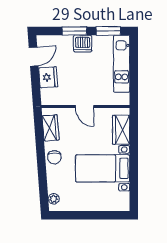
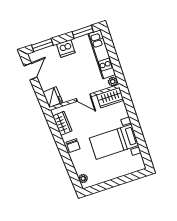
window: (74, 31) -> (42, 45), moved
fridge: (48, 77) -> (53, 97), moved
plant: (124, 99) -> (113, 82), added
wardrobe: (121, 130) -> (110, 98), moved, turned -90

